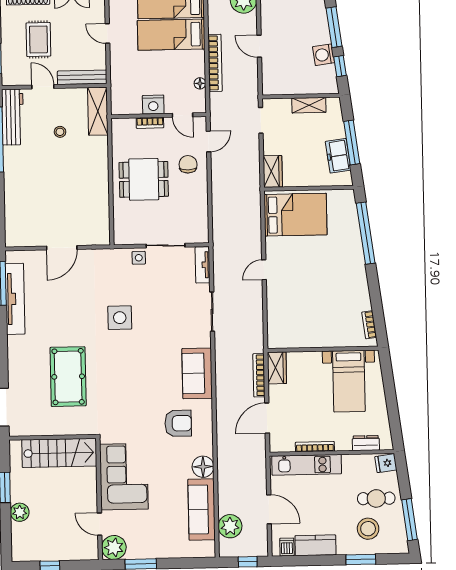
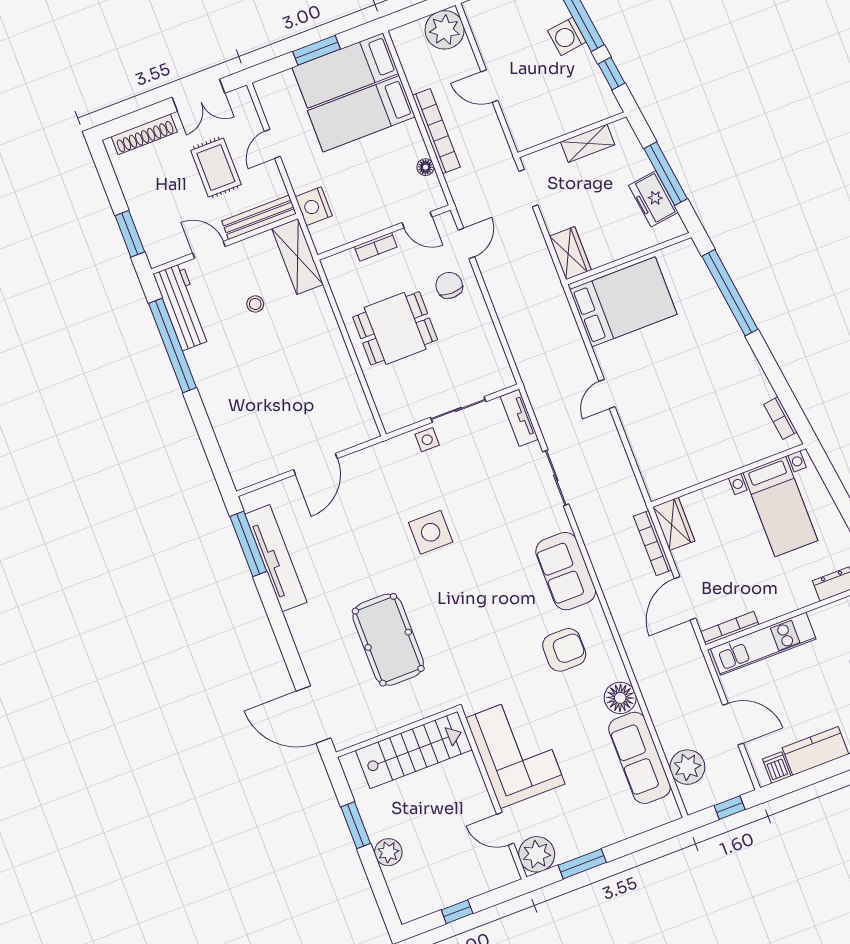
door: (107, 34) -> (272, 144), hinge flipped
rug: (38, 39) -> (216, 167), moved
washing machine: (324, 55) -> (567, 36), moved
nightstand: (153, 105) -> (314, 206), moved, turned 90
bookcase: (315, 447) -> (730, 628), moved

